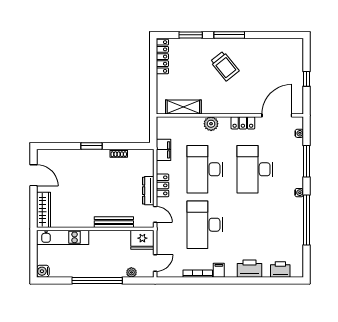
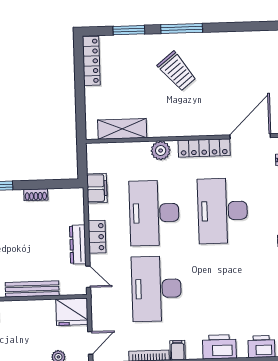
locker: (243, 123) -> (204, 148), width x1.53

